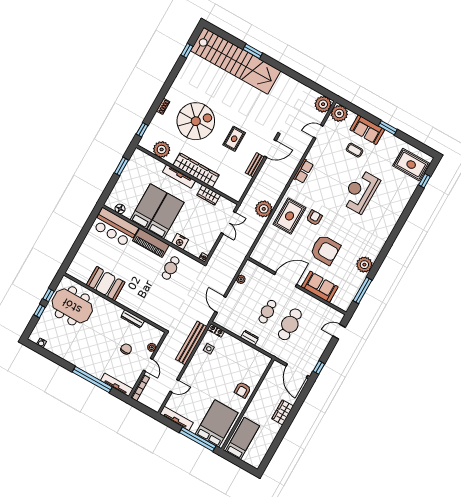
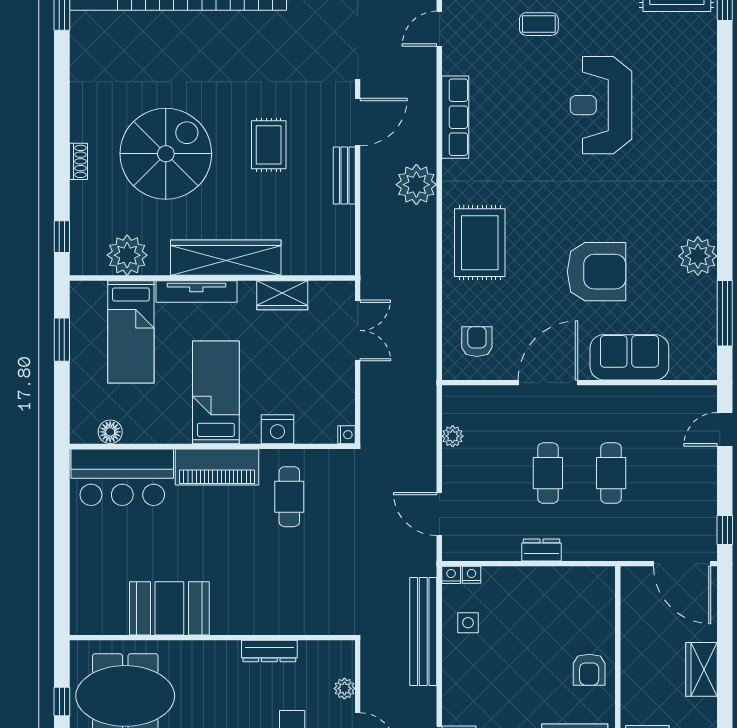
row of seats: (303, 171) -> (455, 117), width x1.48
bed: (148, 206) -> (131, 332), moved, turned 180
plant: (264, 209) -> (416, 185), moved
armchair: (314, 218) -> (477, 342), moved
cafe table: (290, 324) -> (611, 473), width x0.73, depth x0.74

